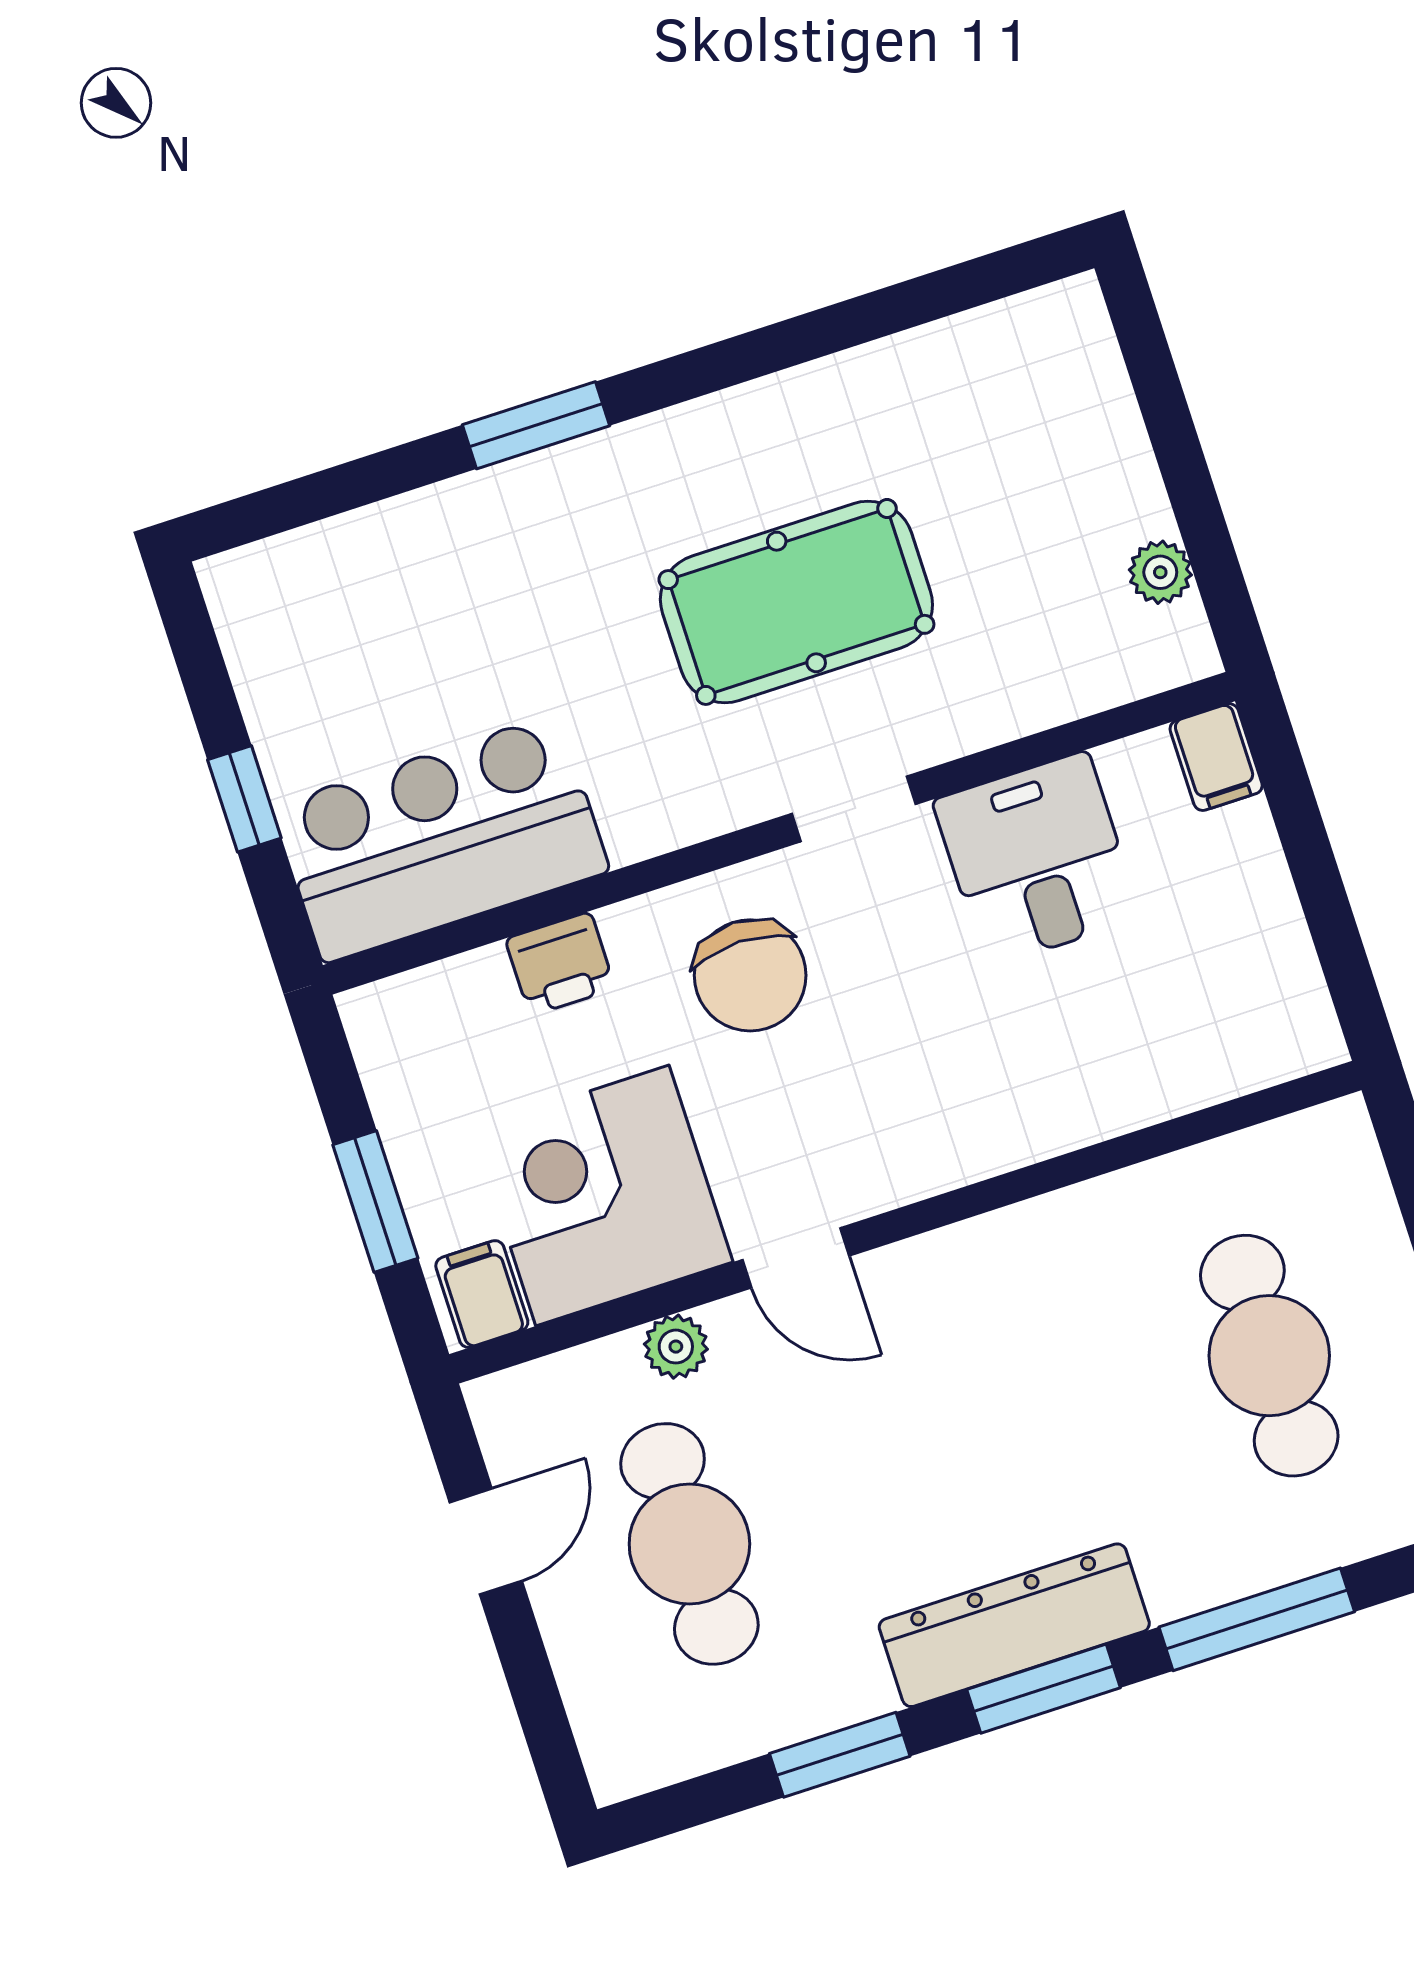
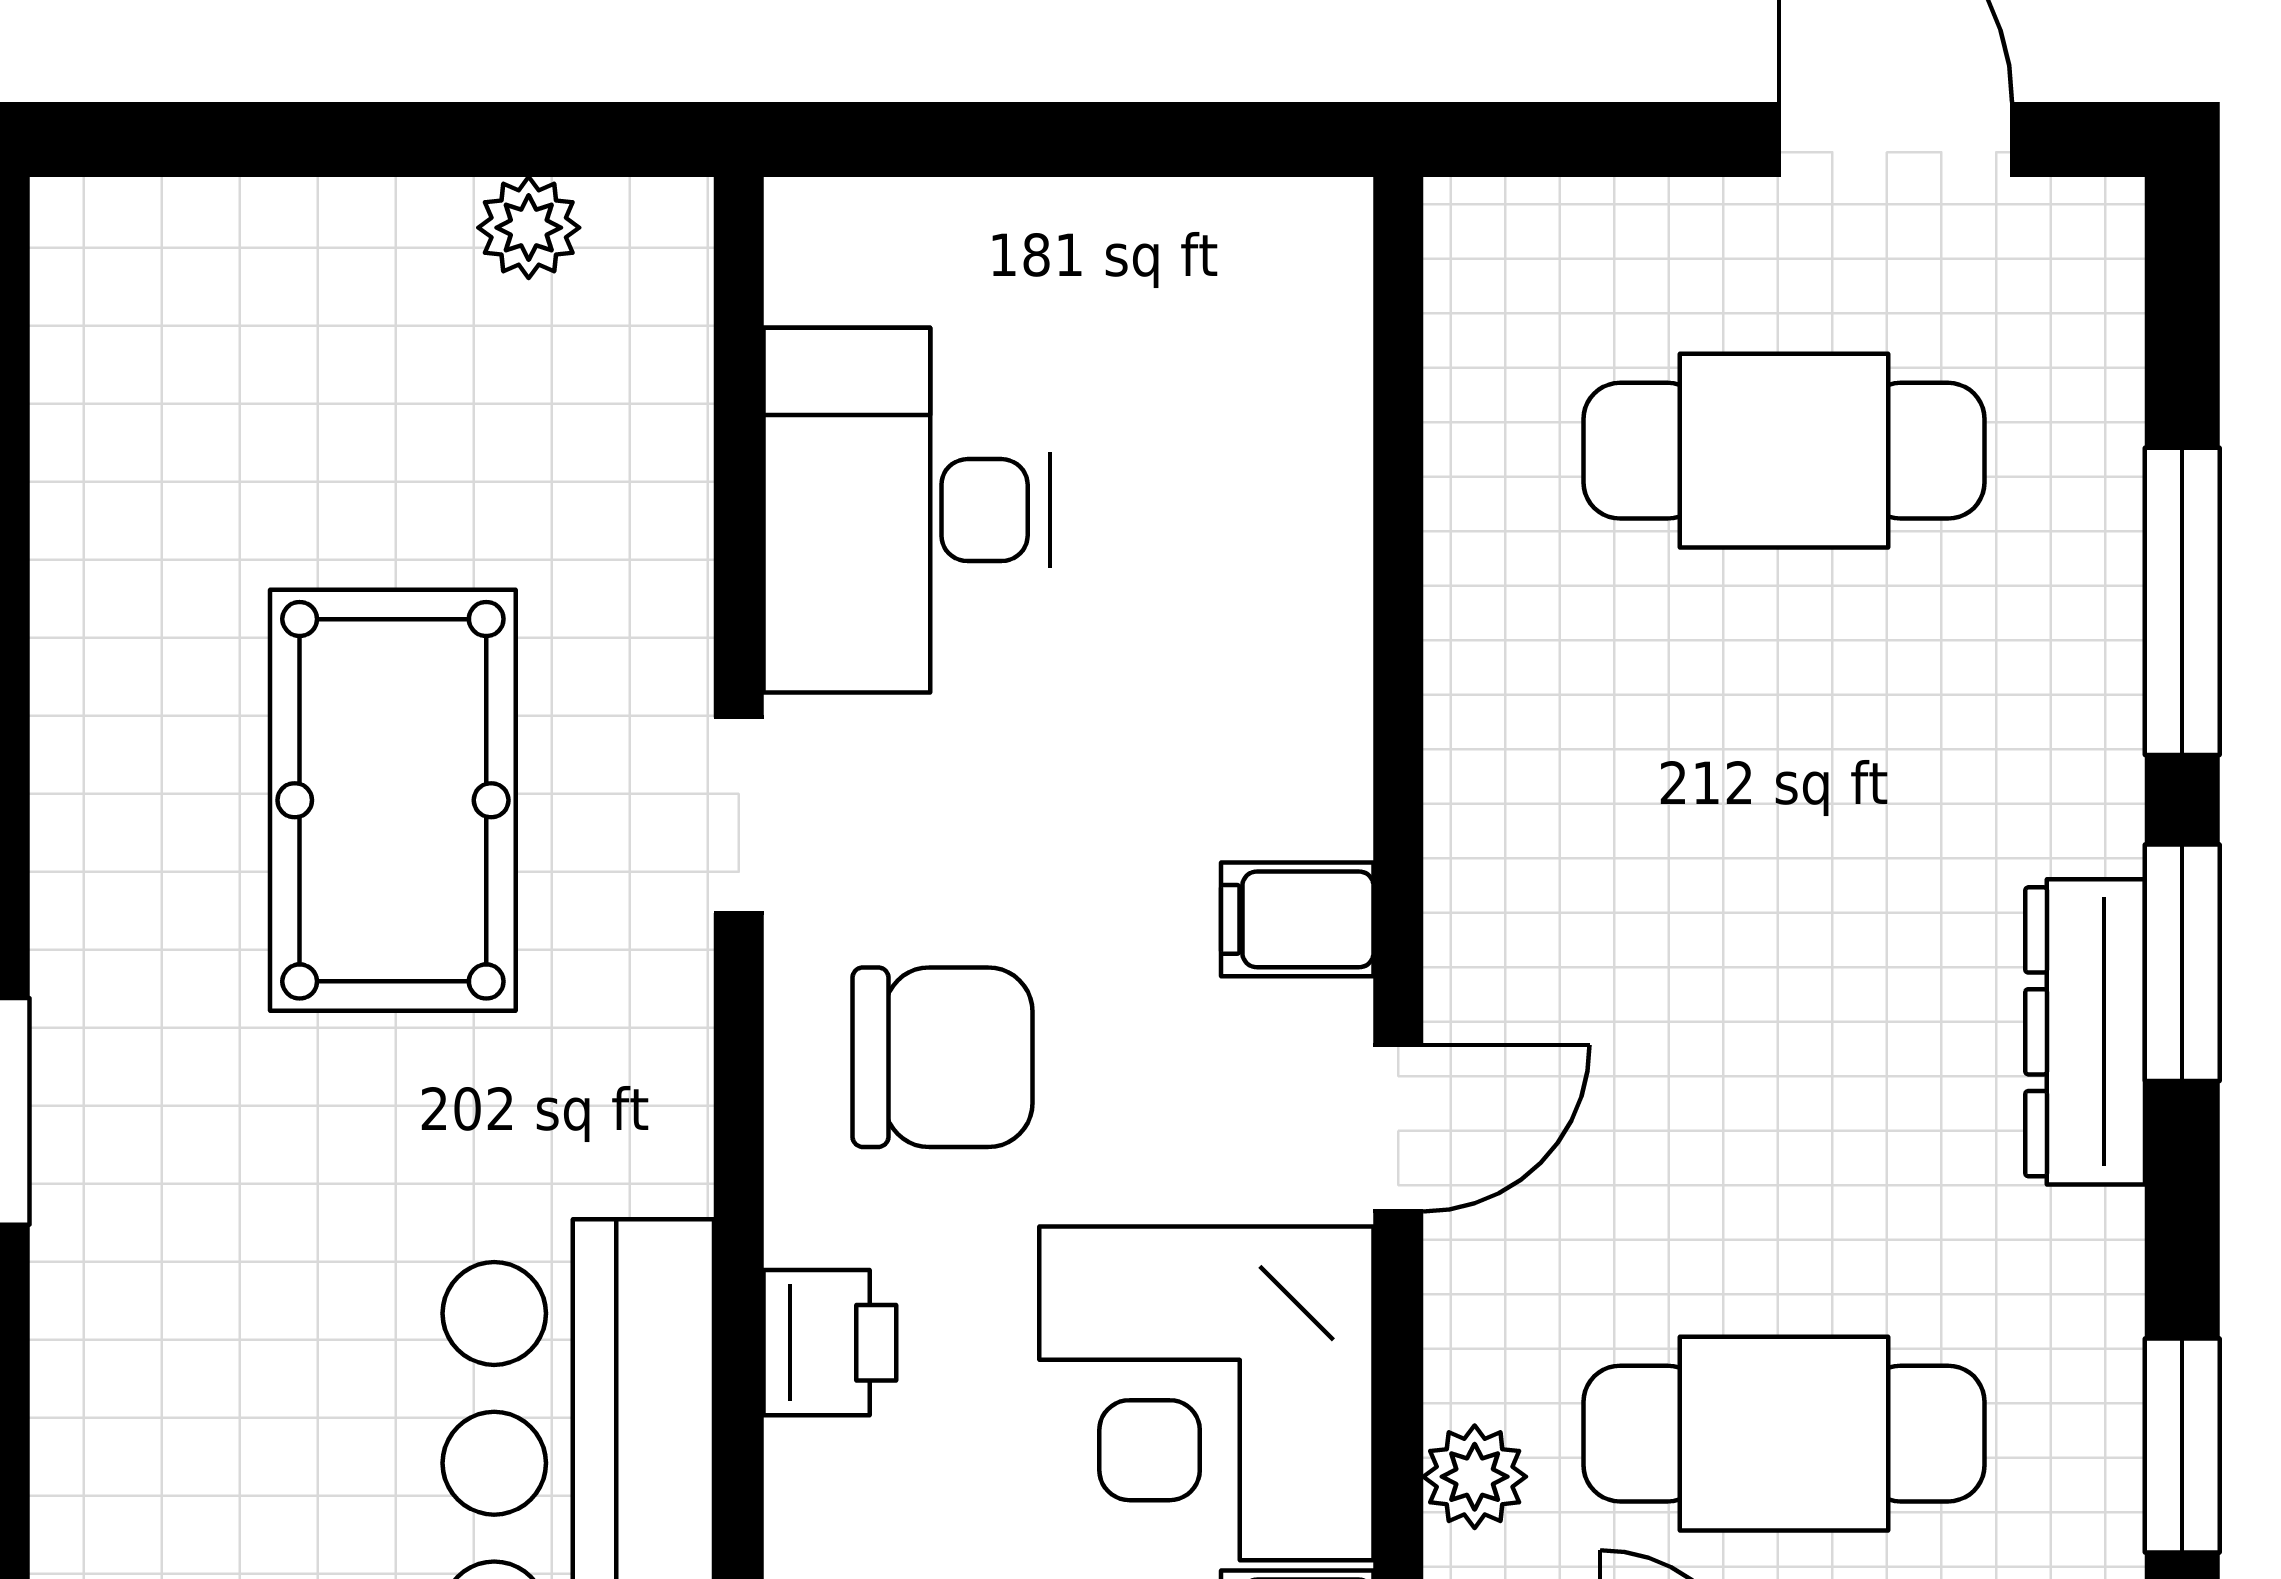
filing cabinet: (1216, 757) -> (1297, 919), moved, turned 180
desk: (1037, 859) -> (907, 510), width x1.37
plant: (676, 1347) -> (1475, 1477), moved
dresser: (1014, 1625) -> (2085, 1032), width x0.73, depth x0.80
window: (840, 1755) -> (2182, 1446), moved

